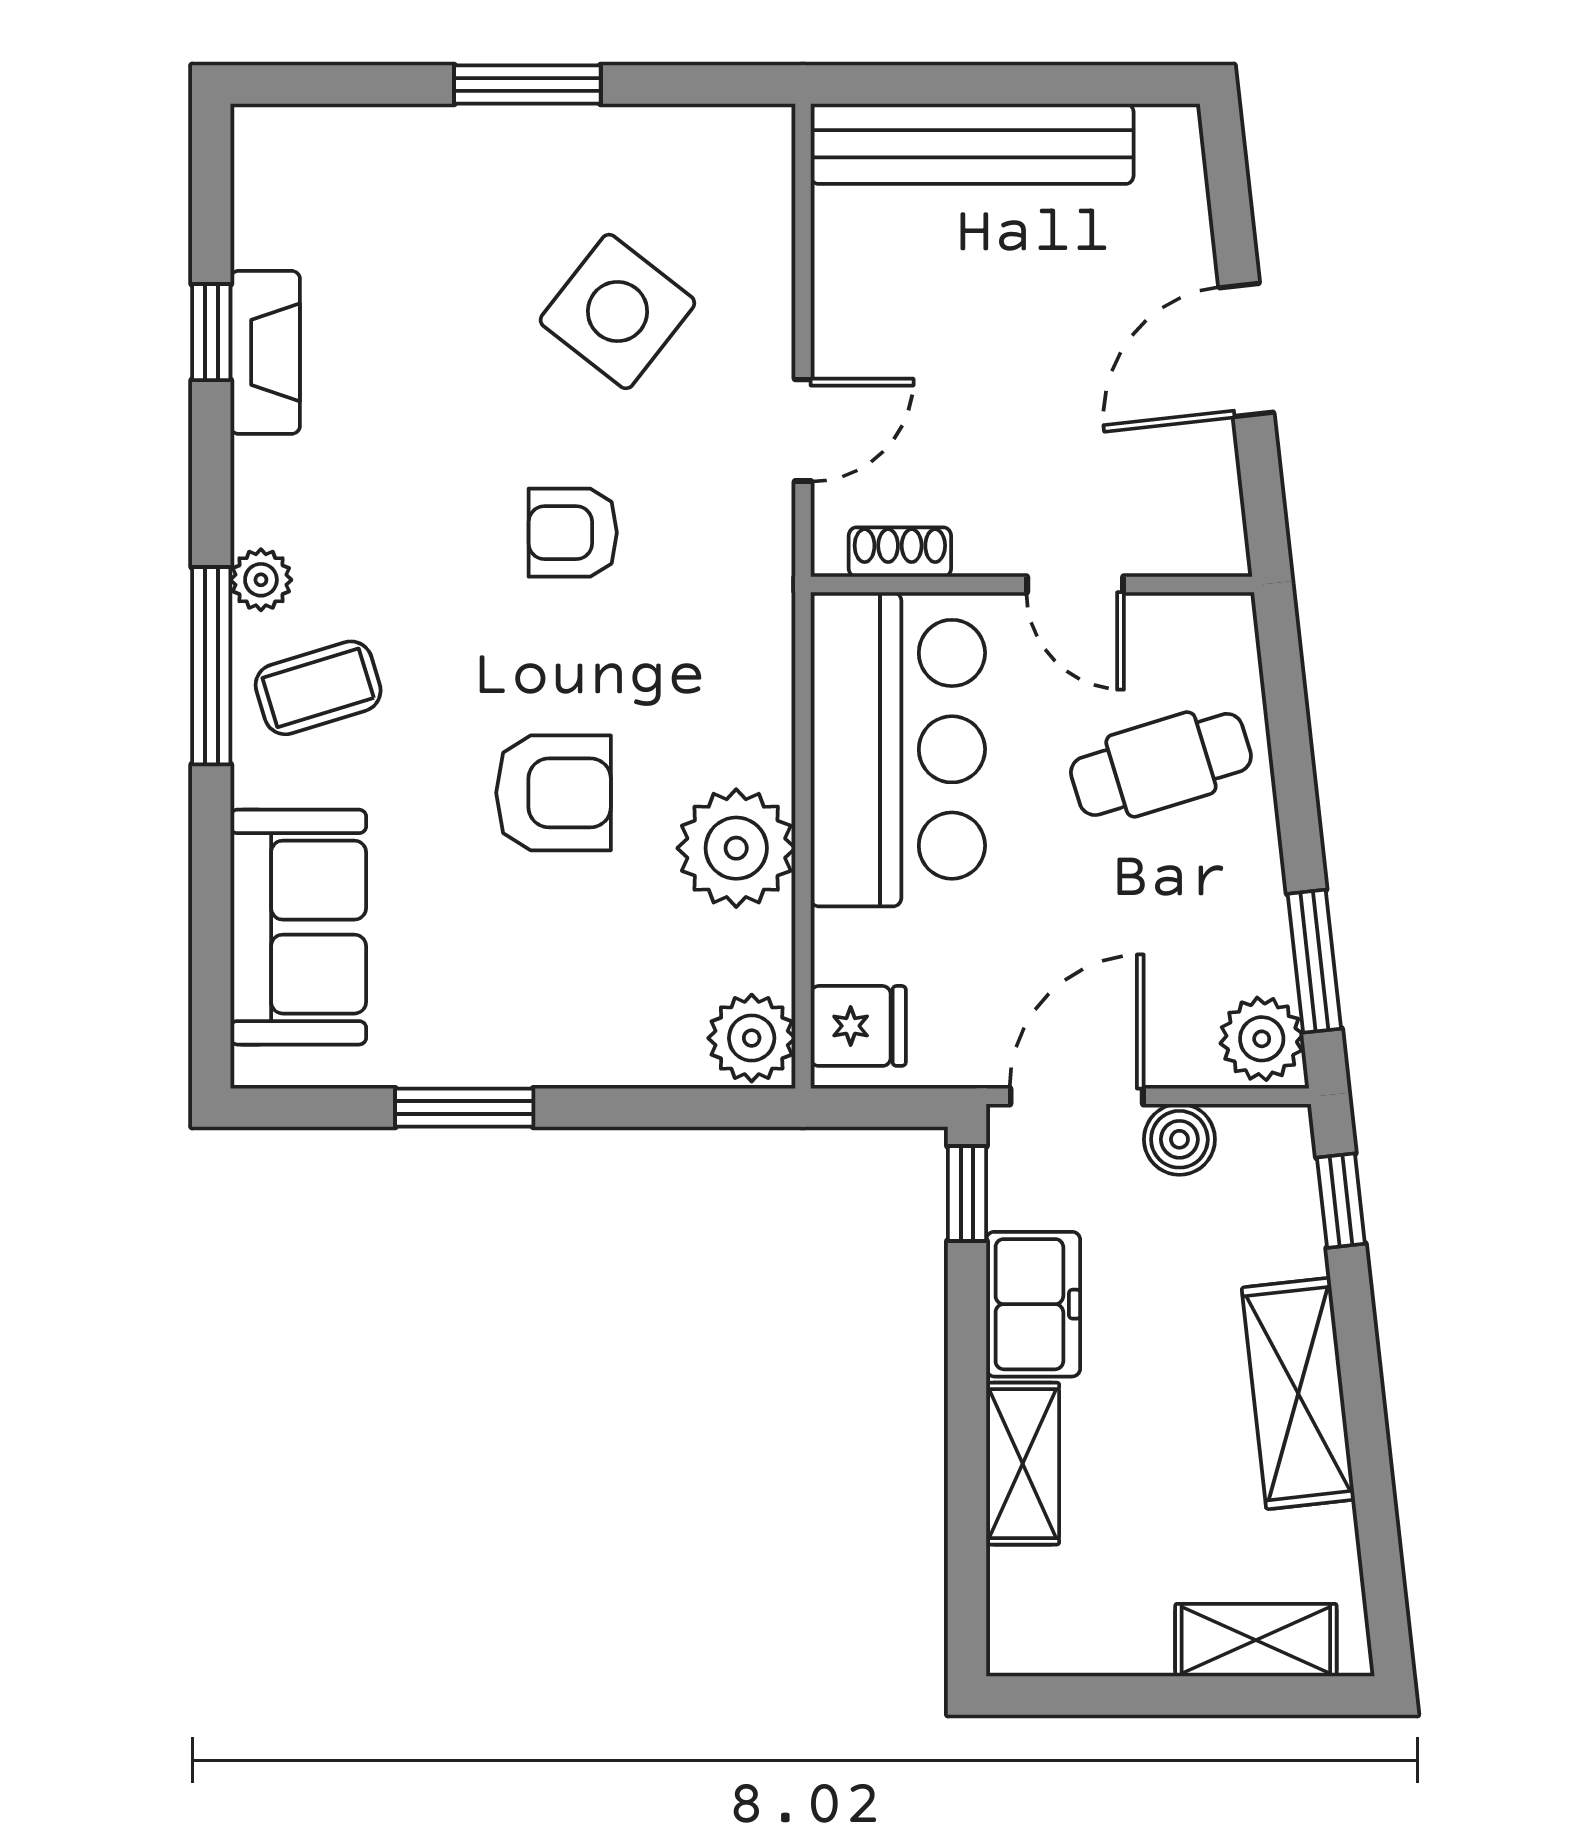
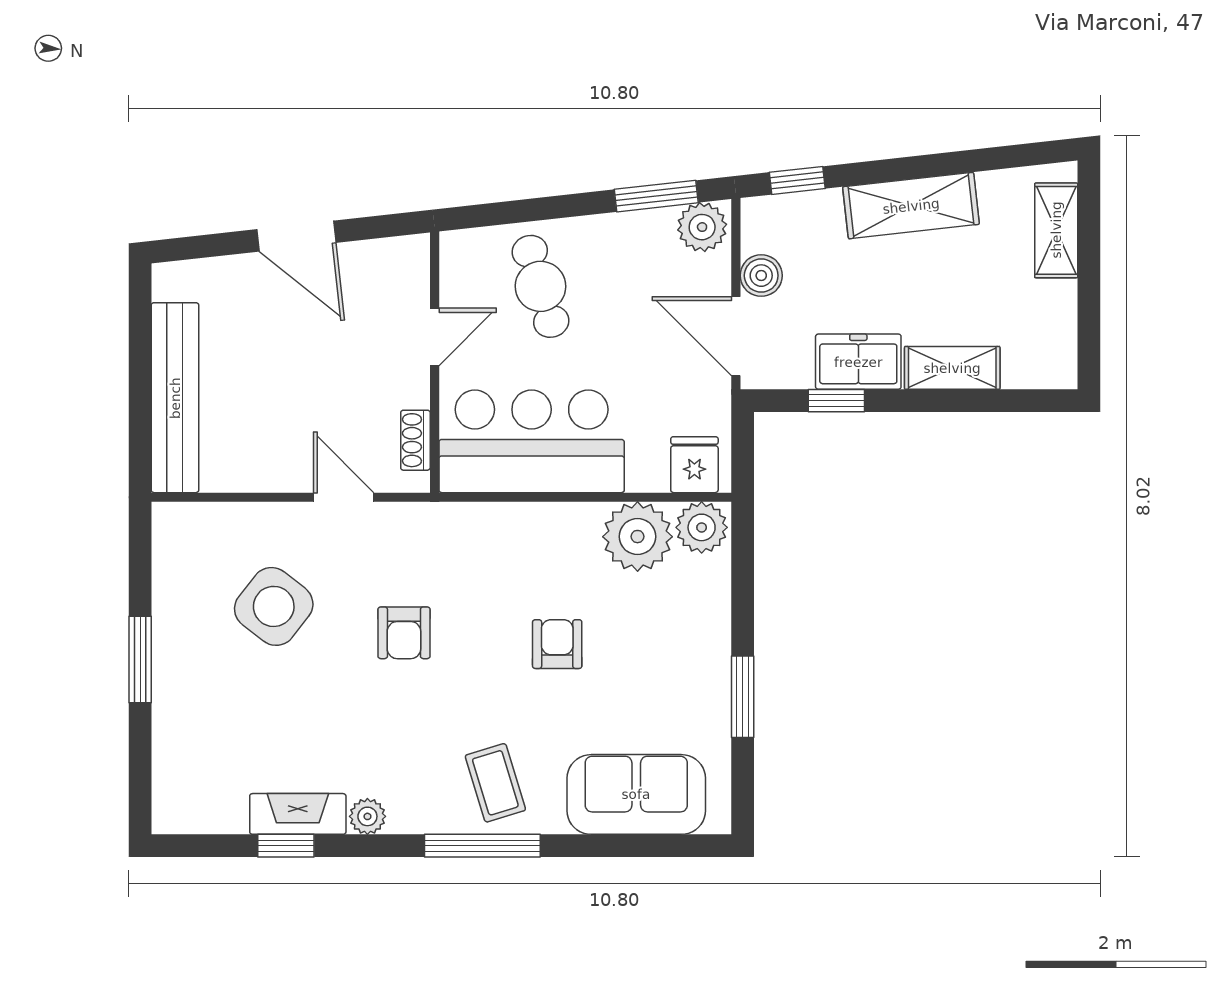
plant: (261, 580) -> (367, 816), moved
armchair: (554, 793) -> (557, 644), width x0.72, depth x0.72
plant: (736, 848) -> (638, 537), moved
window: (967, 1193) -> (836, 401), moved

